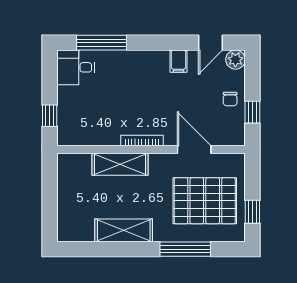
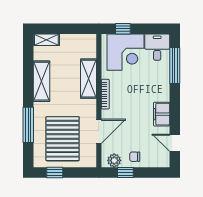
plant: (235, 60) -> (114, 160), moved
filing cabinet: (178, 61) -> (162, 114), width x2.00
corner desk: (83, 112) -> (126, 52), added
shelving: (65, 224) -> (46, 40), added

